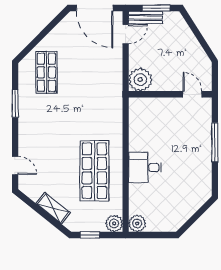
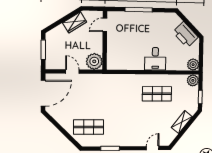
bench: (145, 17) -> (50, 57), removed
door: (126, 34) -> (72, 72), moved
wardrobe: (195, 52) -> (75, 22), added
shop shelf: (94, 171) -> (157, 94), width x0.70, depth x0.74
printer: (181, 211) -> (185, 35), added

